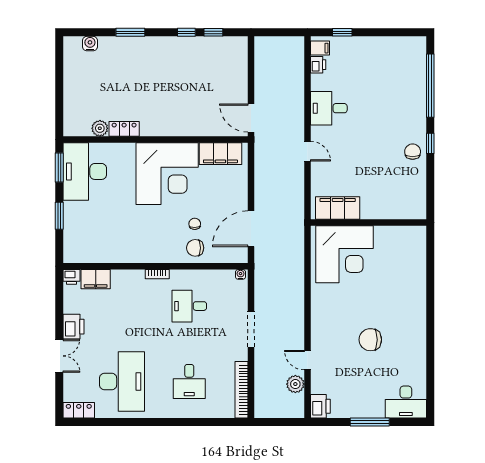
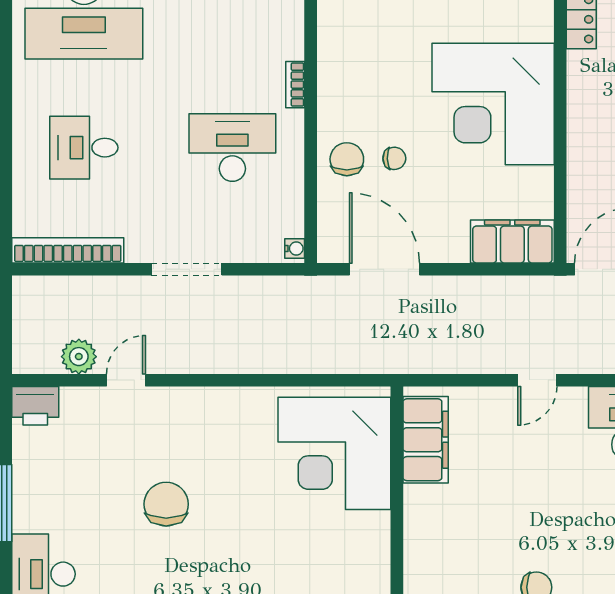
filing cabinet: (220, 154) -> (512, 241), moved, turned 90
desk: (189, 306) -> (232, 148), width x1.37

